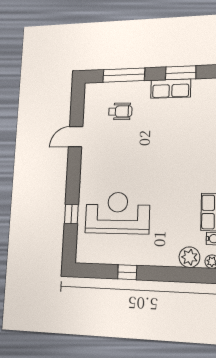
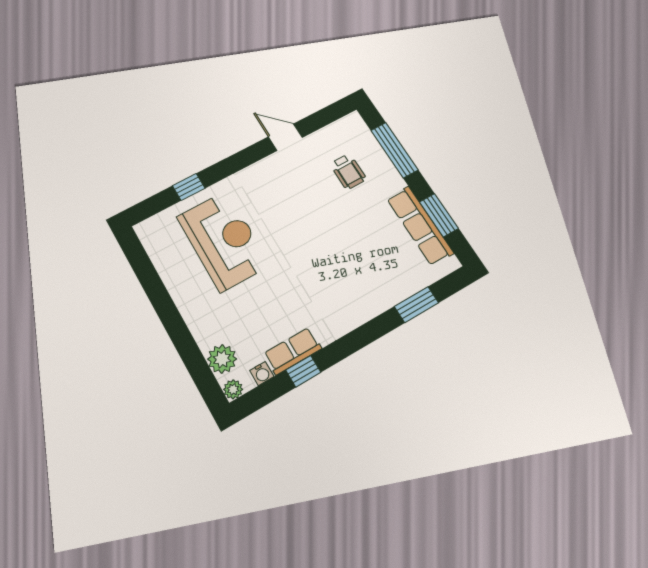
row of seats: (171, 89) -> (420, 226), width x1.48
window: (127, 272) -> (158, 295), removed

